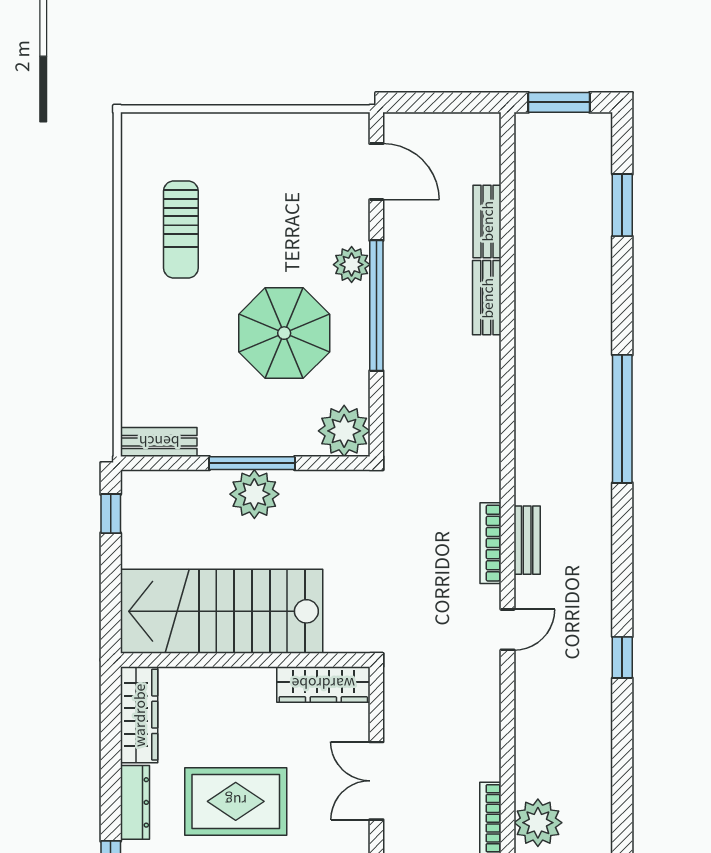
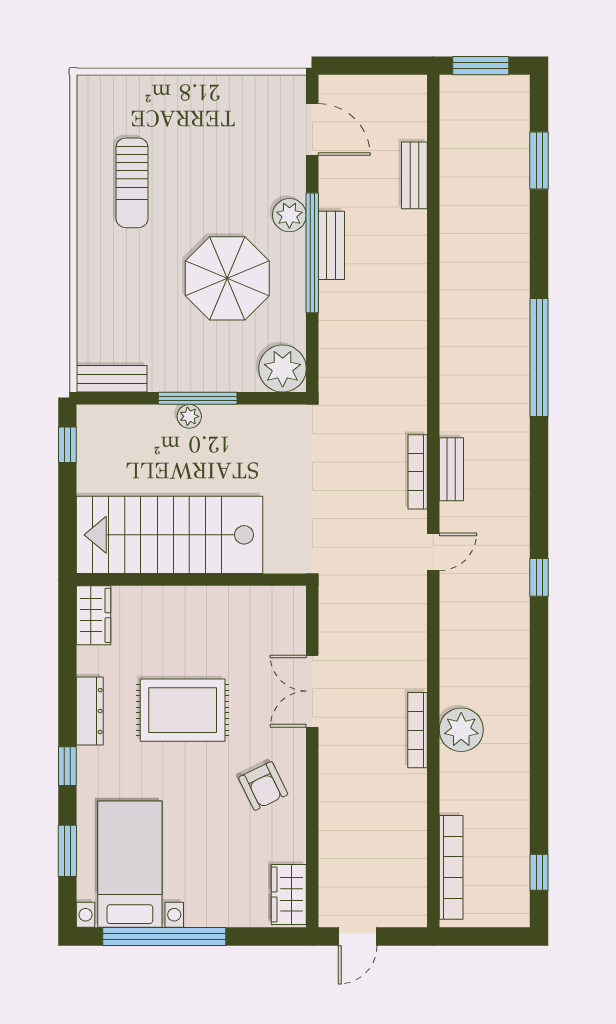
bench: (487, 298) -> (331, 245), moved
plant: (254, 494) -> (189, 416), width x0.53, depth x0.53
wardrobe: (323, 684) -> (263, 602), removed
wardrobe: (139, 715) -> (94, 615), width x0.67

